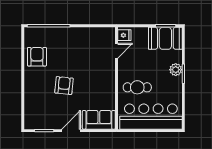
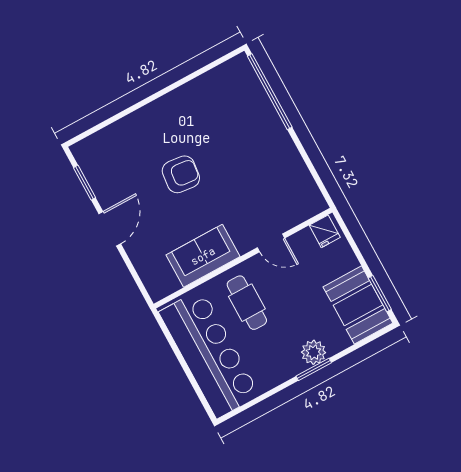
door: (116, 51) -> (271, 243), moved
armchair: (37, 57) -> (205, 101), removed
sofa: (99, 120) -> (203, 256), moved, turned -90
door: (71, 131) -> (110, 229), hinge flipped

